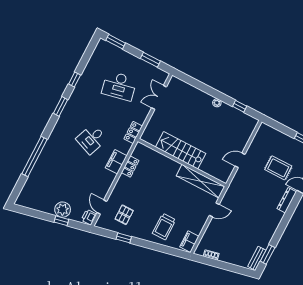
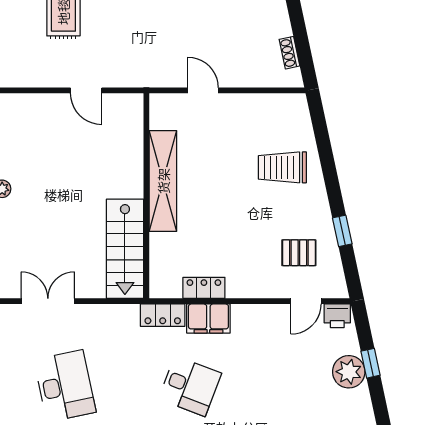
double door: (159, 97) -> (48, 301), swing flipped
locker: (133, 133) -> (163, 315), moved
stairs: (181, 150) -> (125, 249), moved
shelving: (201, 181) -> (163, 181), moved
trolley: (164, 227) -> (282, 167), turned 180
filing cabinet: (189, 242) -> (286, 106), removed

